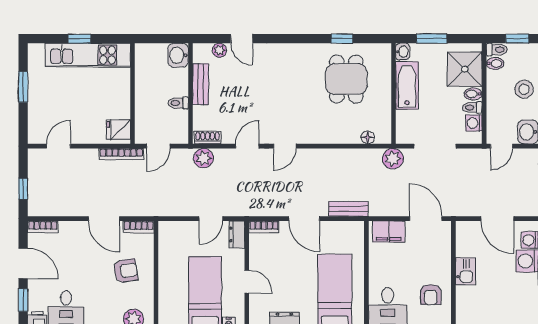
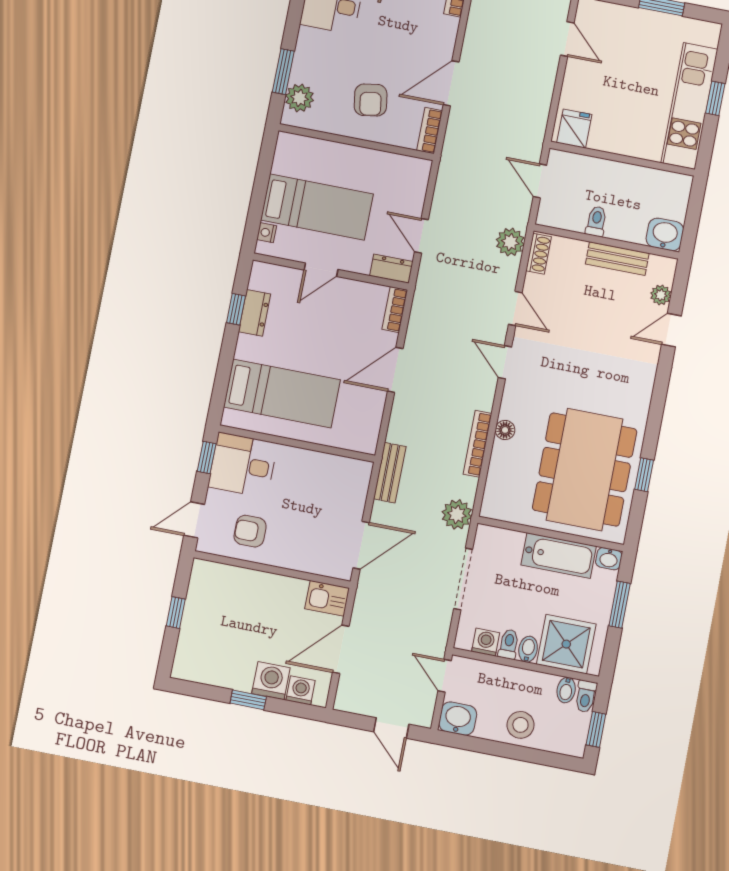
dining table: (346, 79) -> (585, 470), width x1.88, depth x1.24
floor lamp: (368, 137) -> (505, 430), moved
bookcase: (121, 154) -> (477, 444), moved
bench: (348, 209) -> (390, 473), moved
filing cabinet: (389, 231) -> (353, 488), removed
kitchen sink: (465, 271) -> (327, 598), moved

